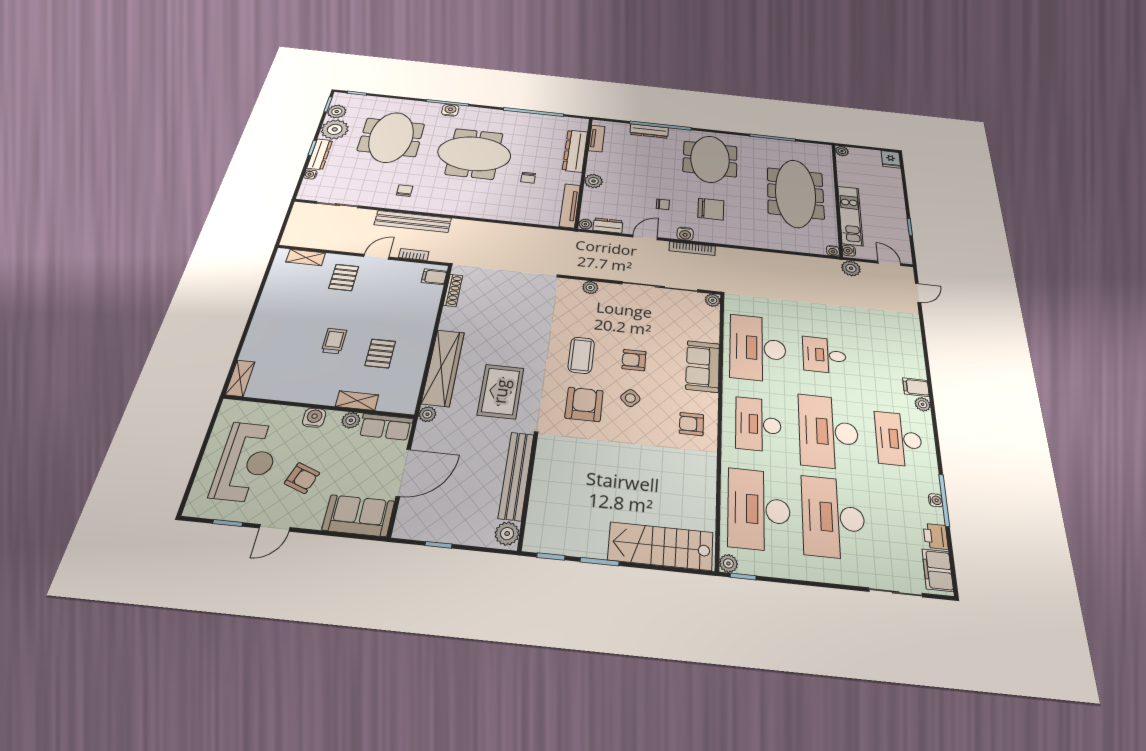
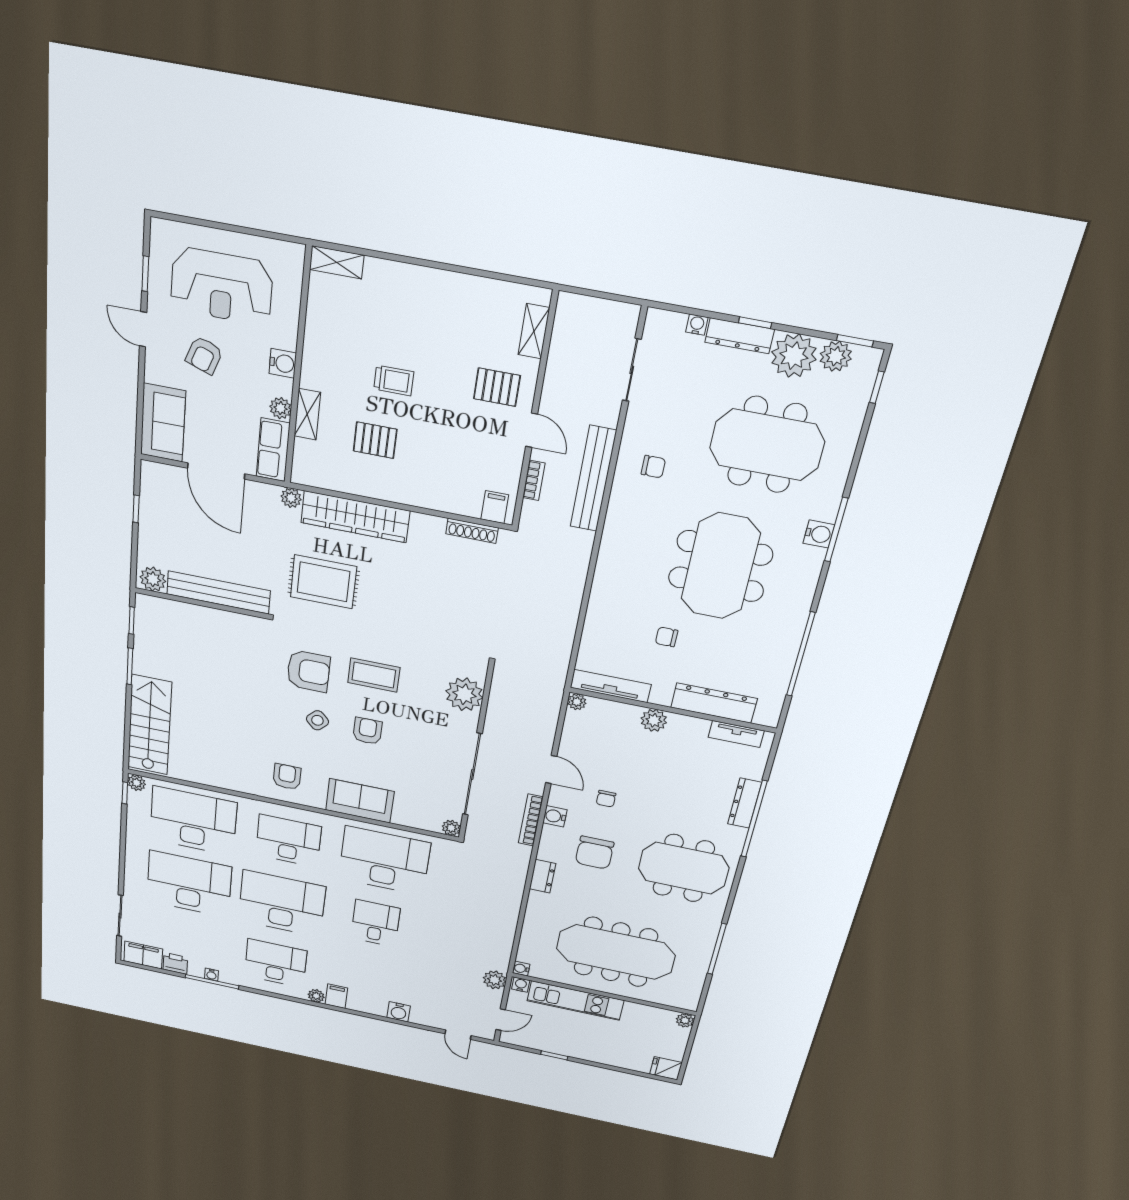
dresser: (608, 226) -> (543, 876), moved
plant: (590, 287) -> (464, 694), width x1.88, depth x1.88
water cooler: (913, 337) -> (399, 1012), added

